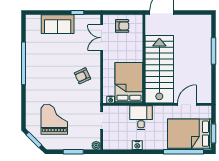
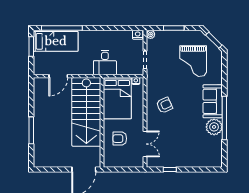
sofa: (58, 24) -> (213, 101), moved, turned -90
armchair: (122, 26) -> (120, 139), moved
plant: (34, 54) -> (214, 127), added
bed: (190, 134) -> (56, 41), width x0.67
nightstand: (137, 145) -> (138, 35), moved

